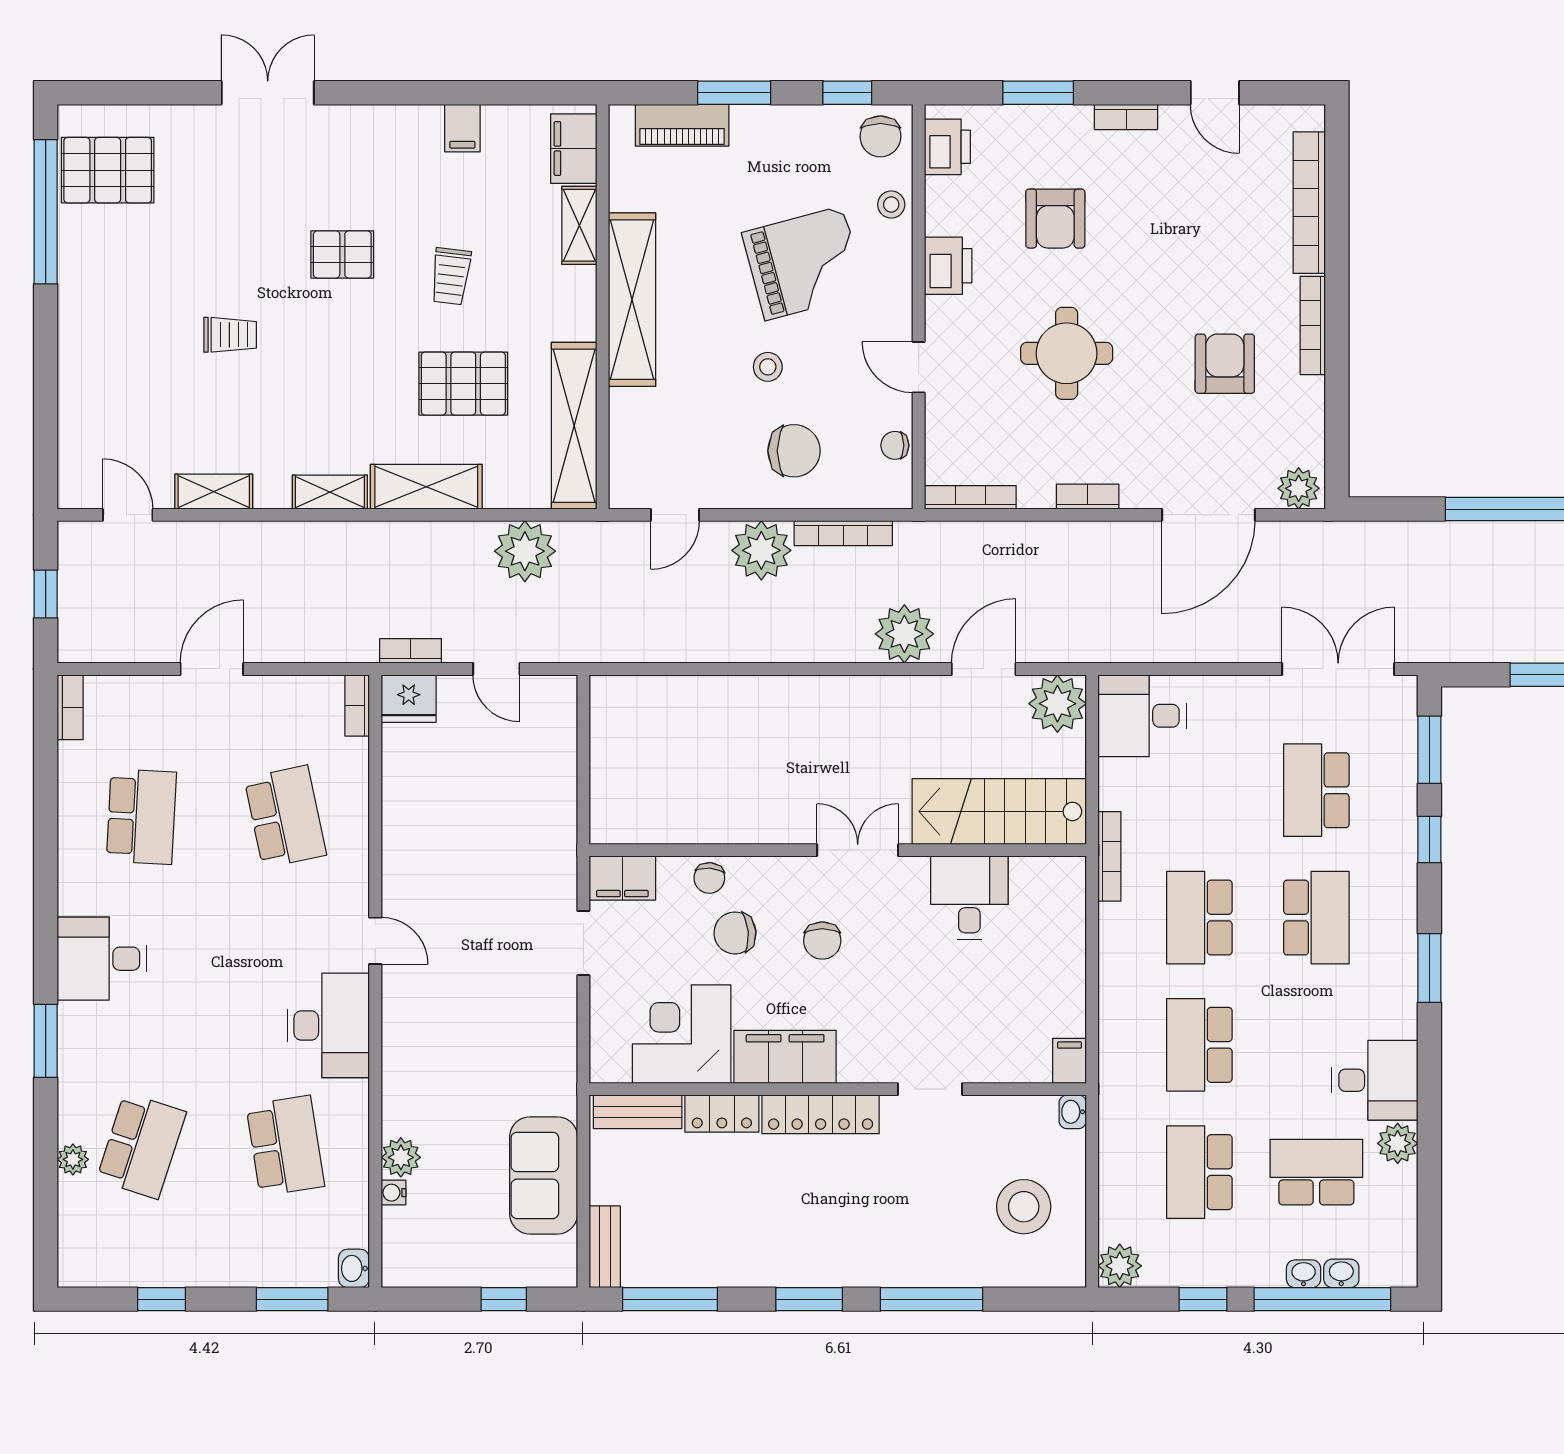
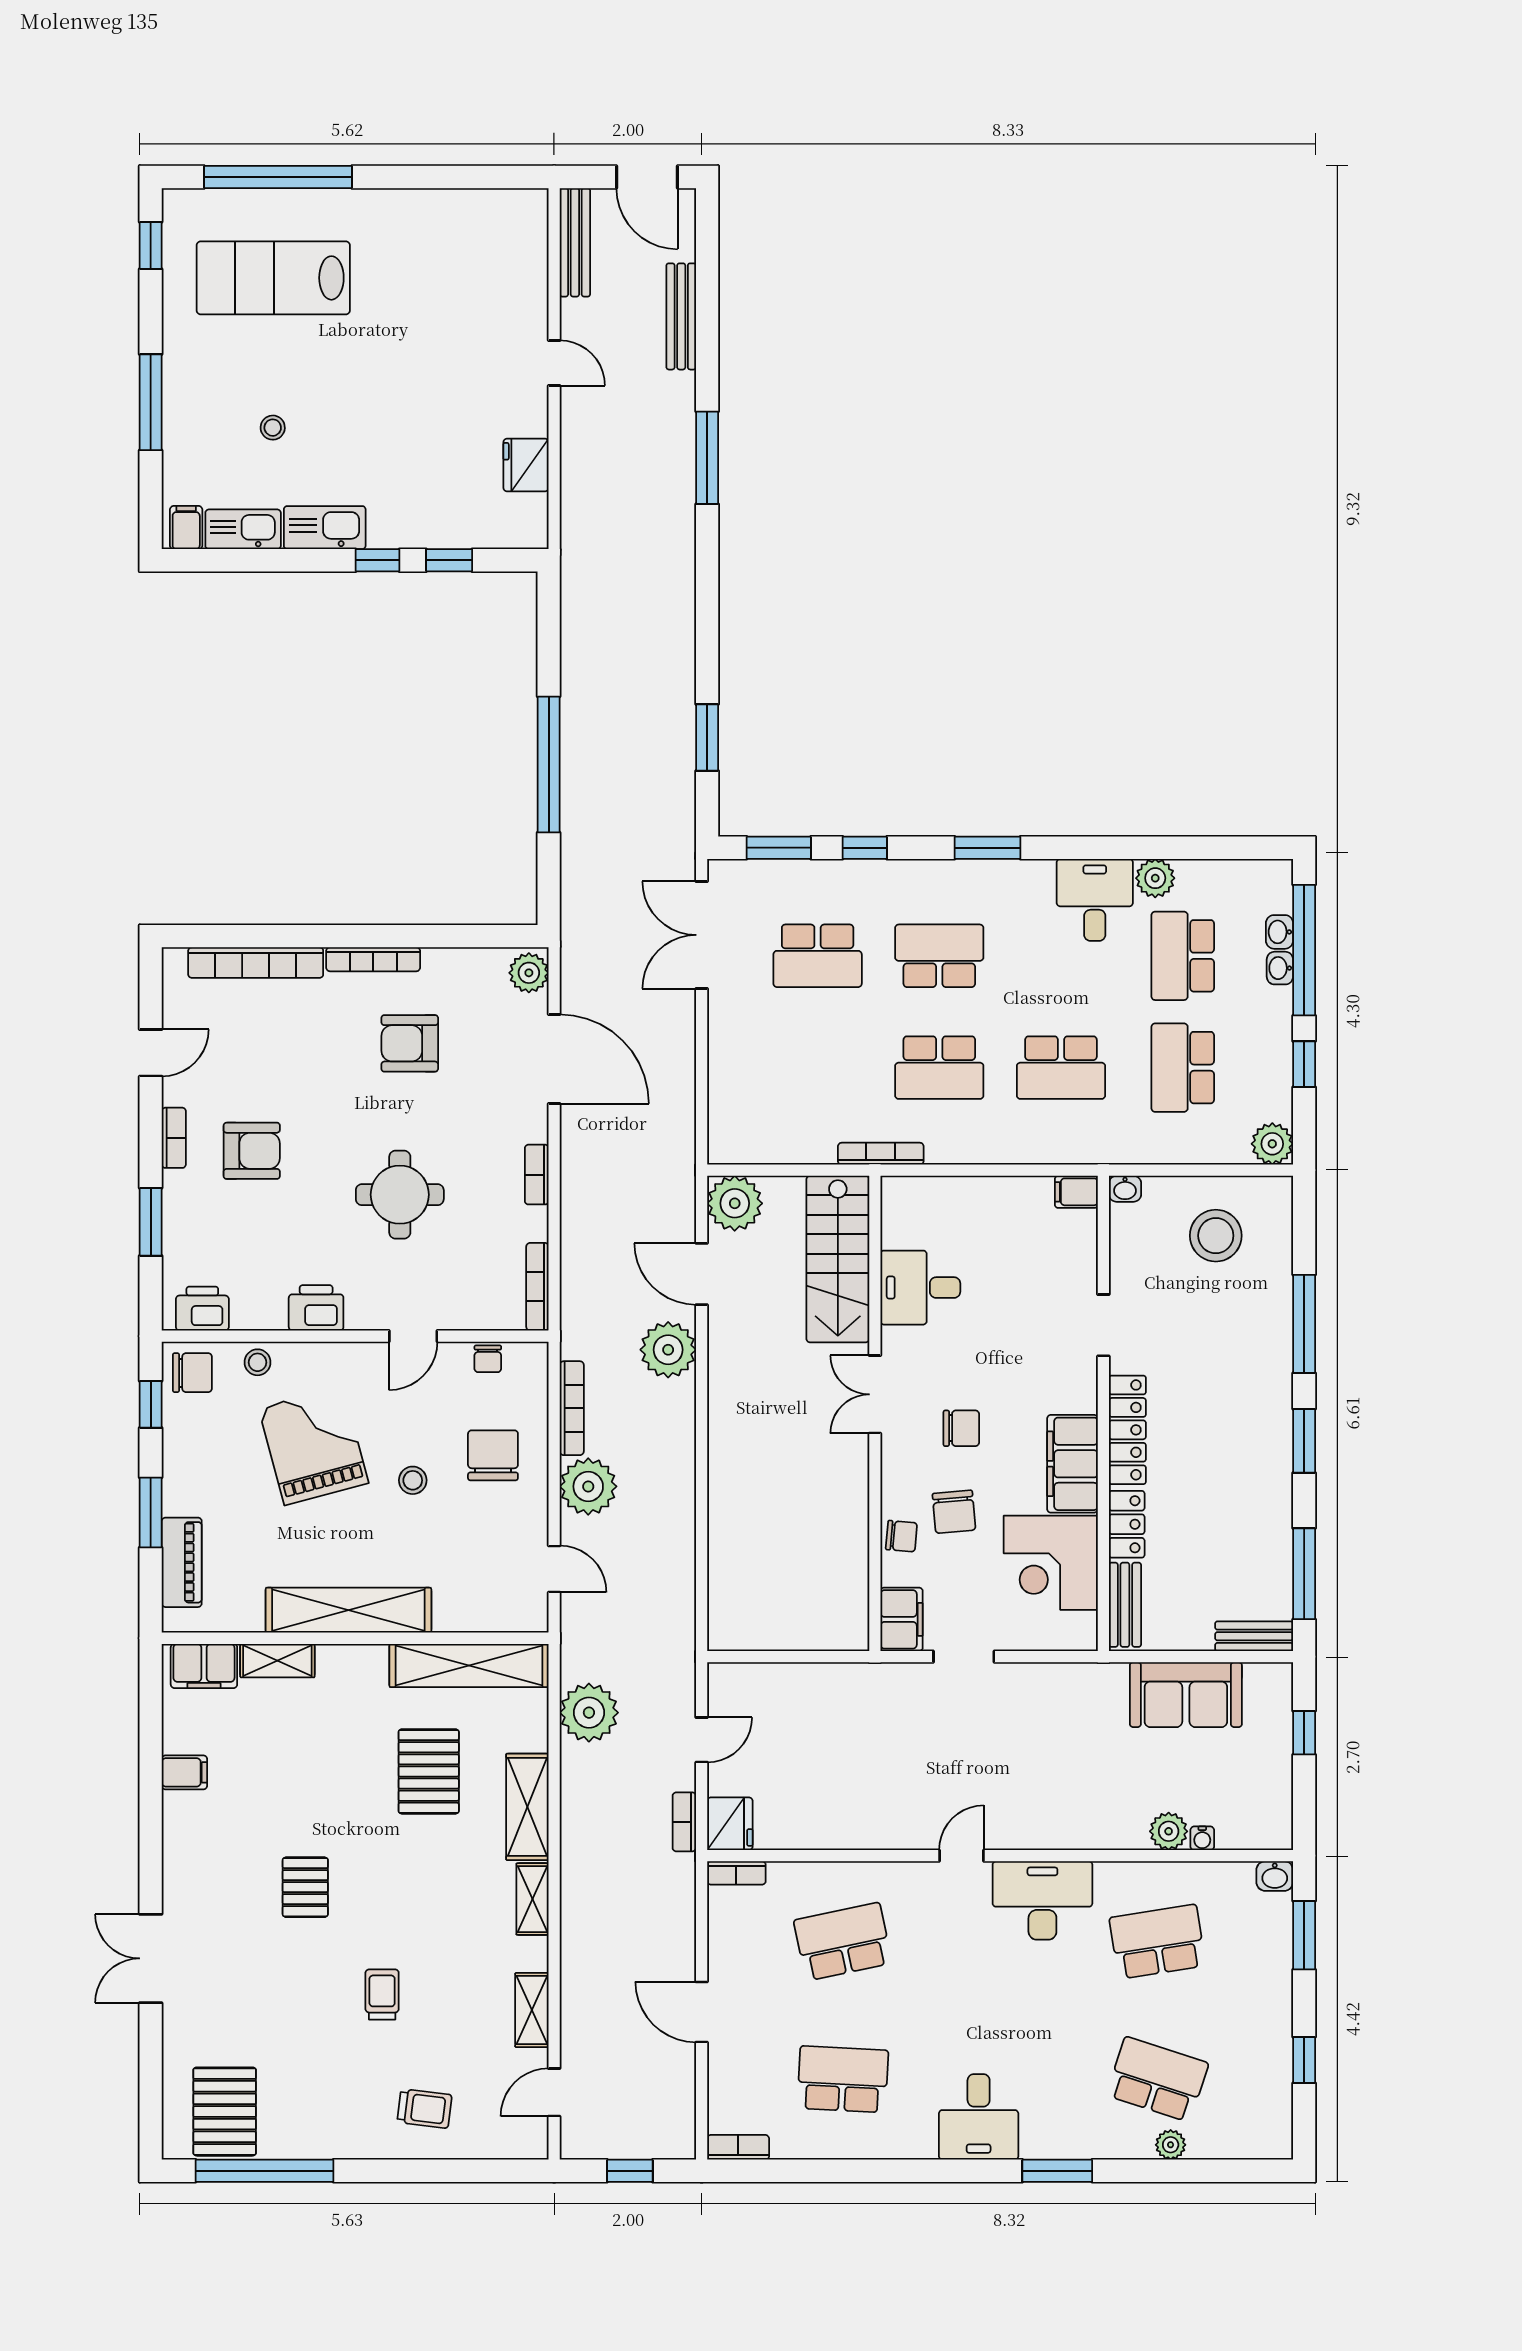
armchair: (1055, 219) -> (252, 1151), moved
trolley: (451, 276) -> (425, 2109), moved
desk: (1142, 716) -> (746, 1122), removed
school desk: (1199, 1172) -> (1183, 1068), turned 90

